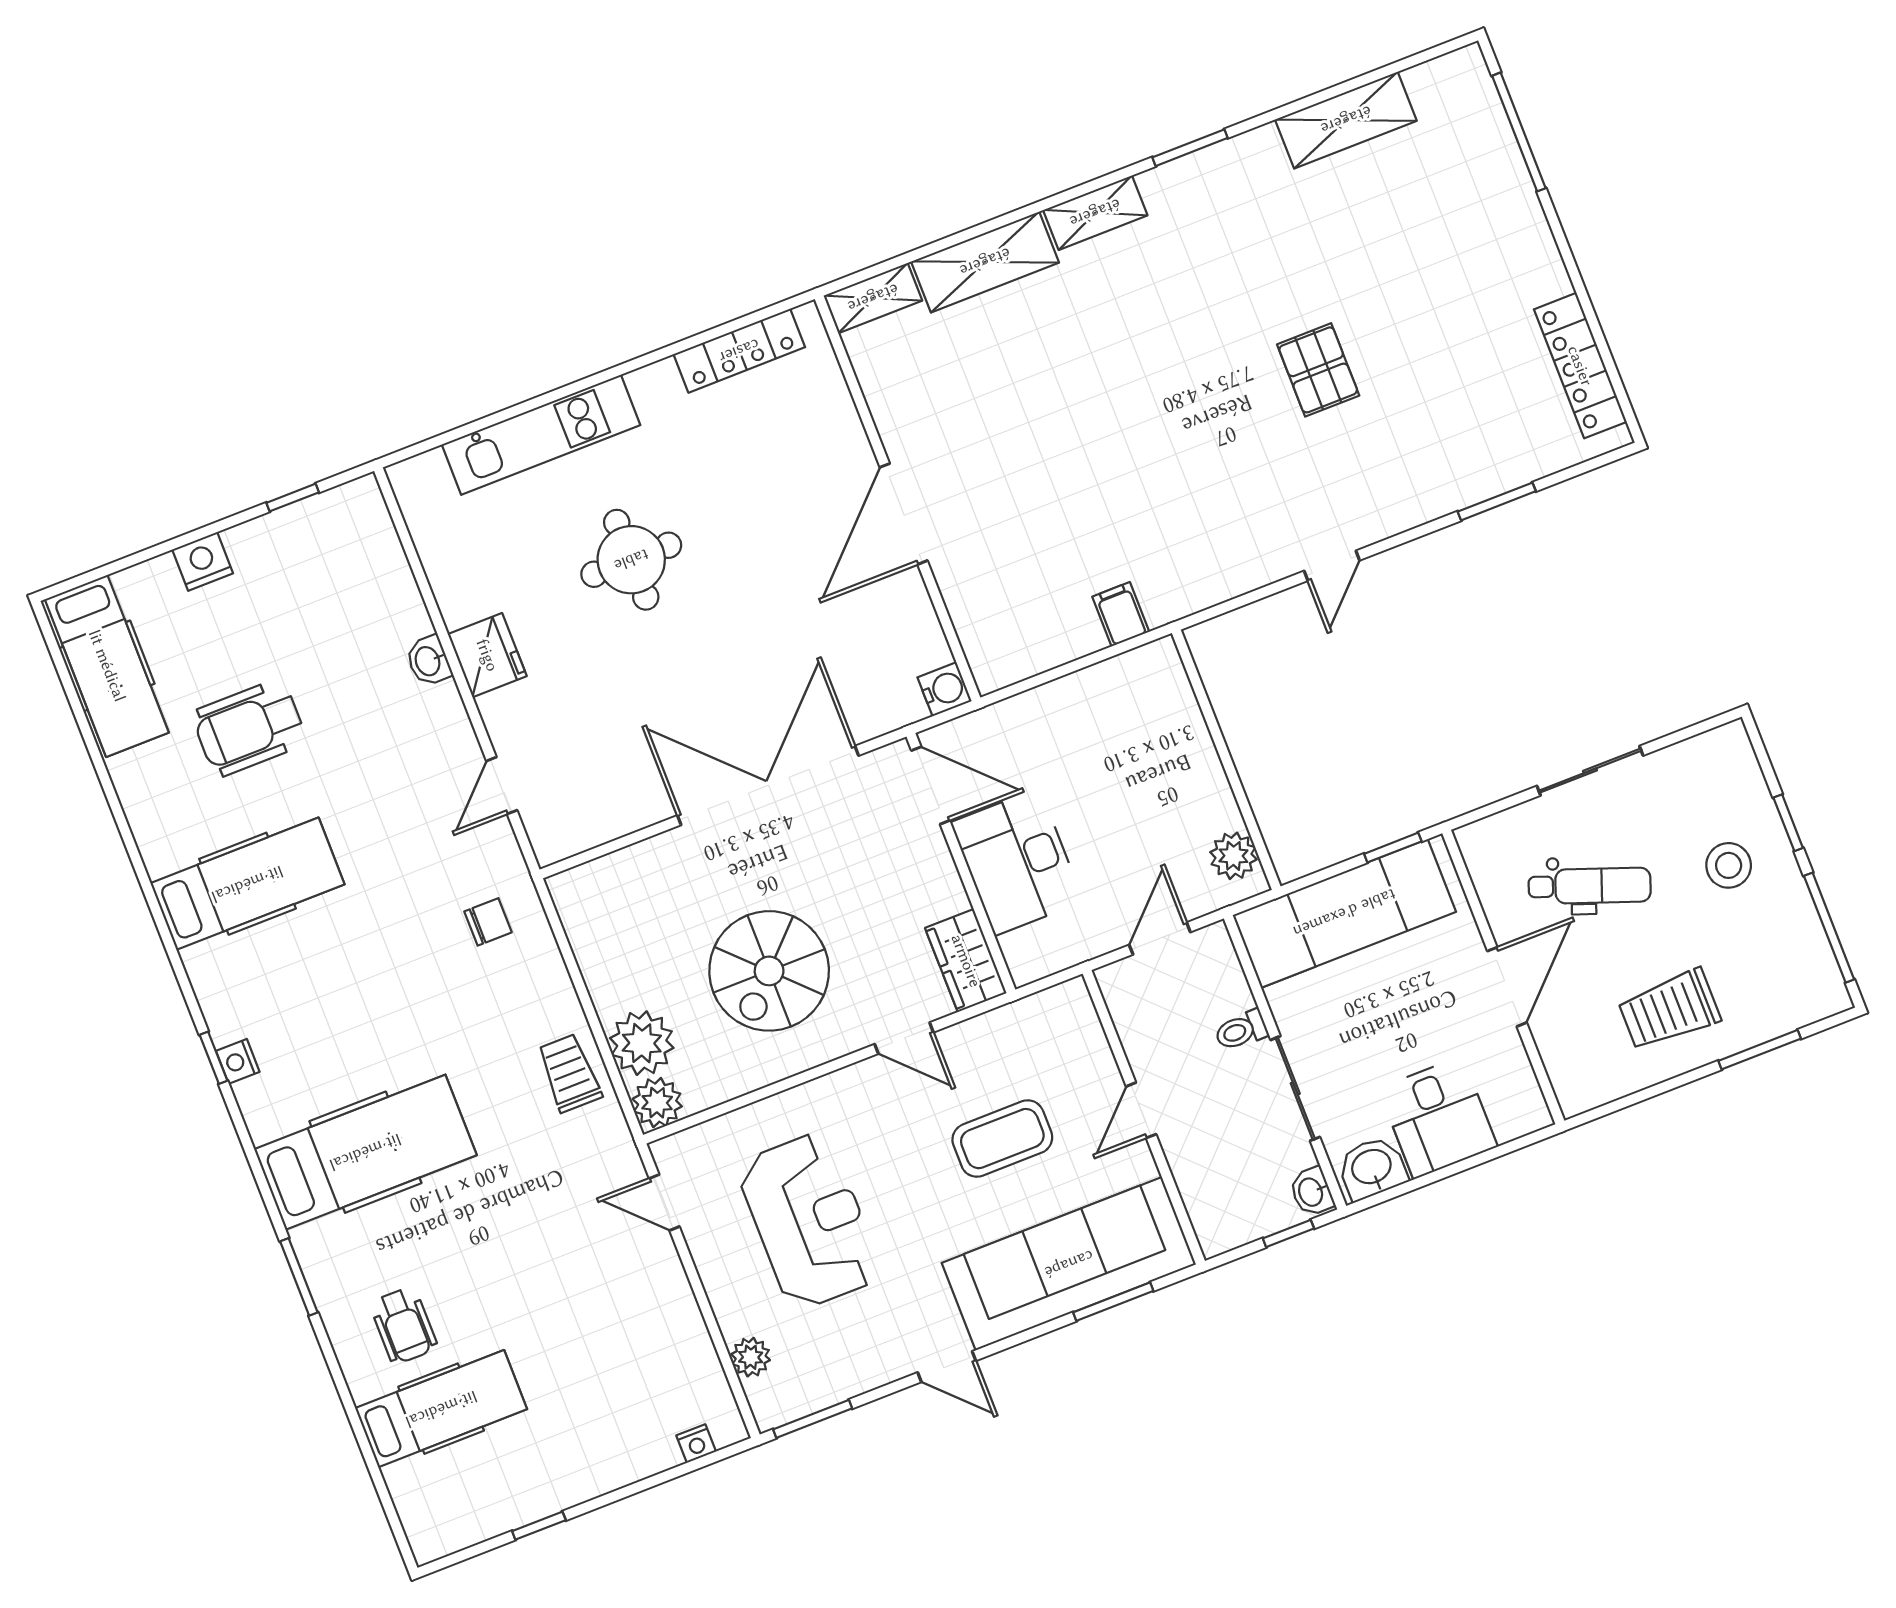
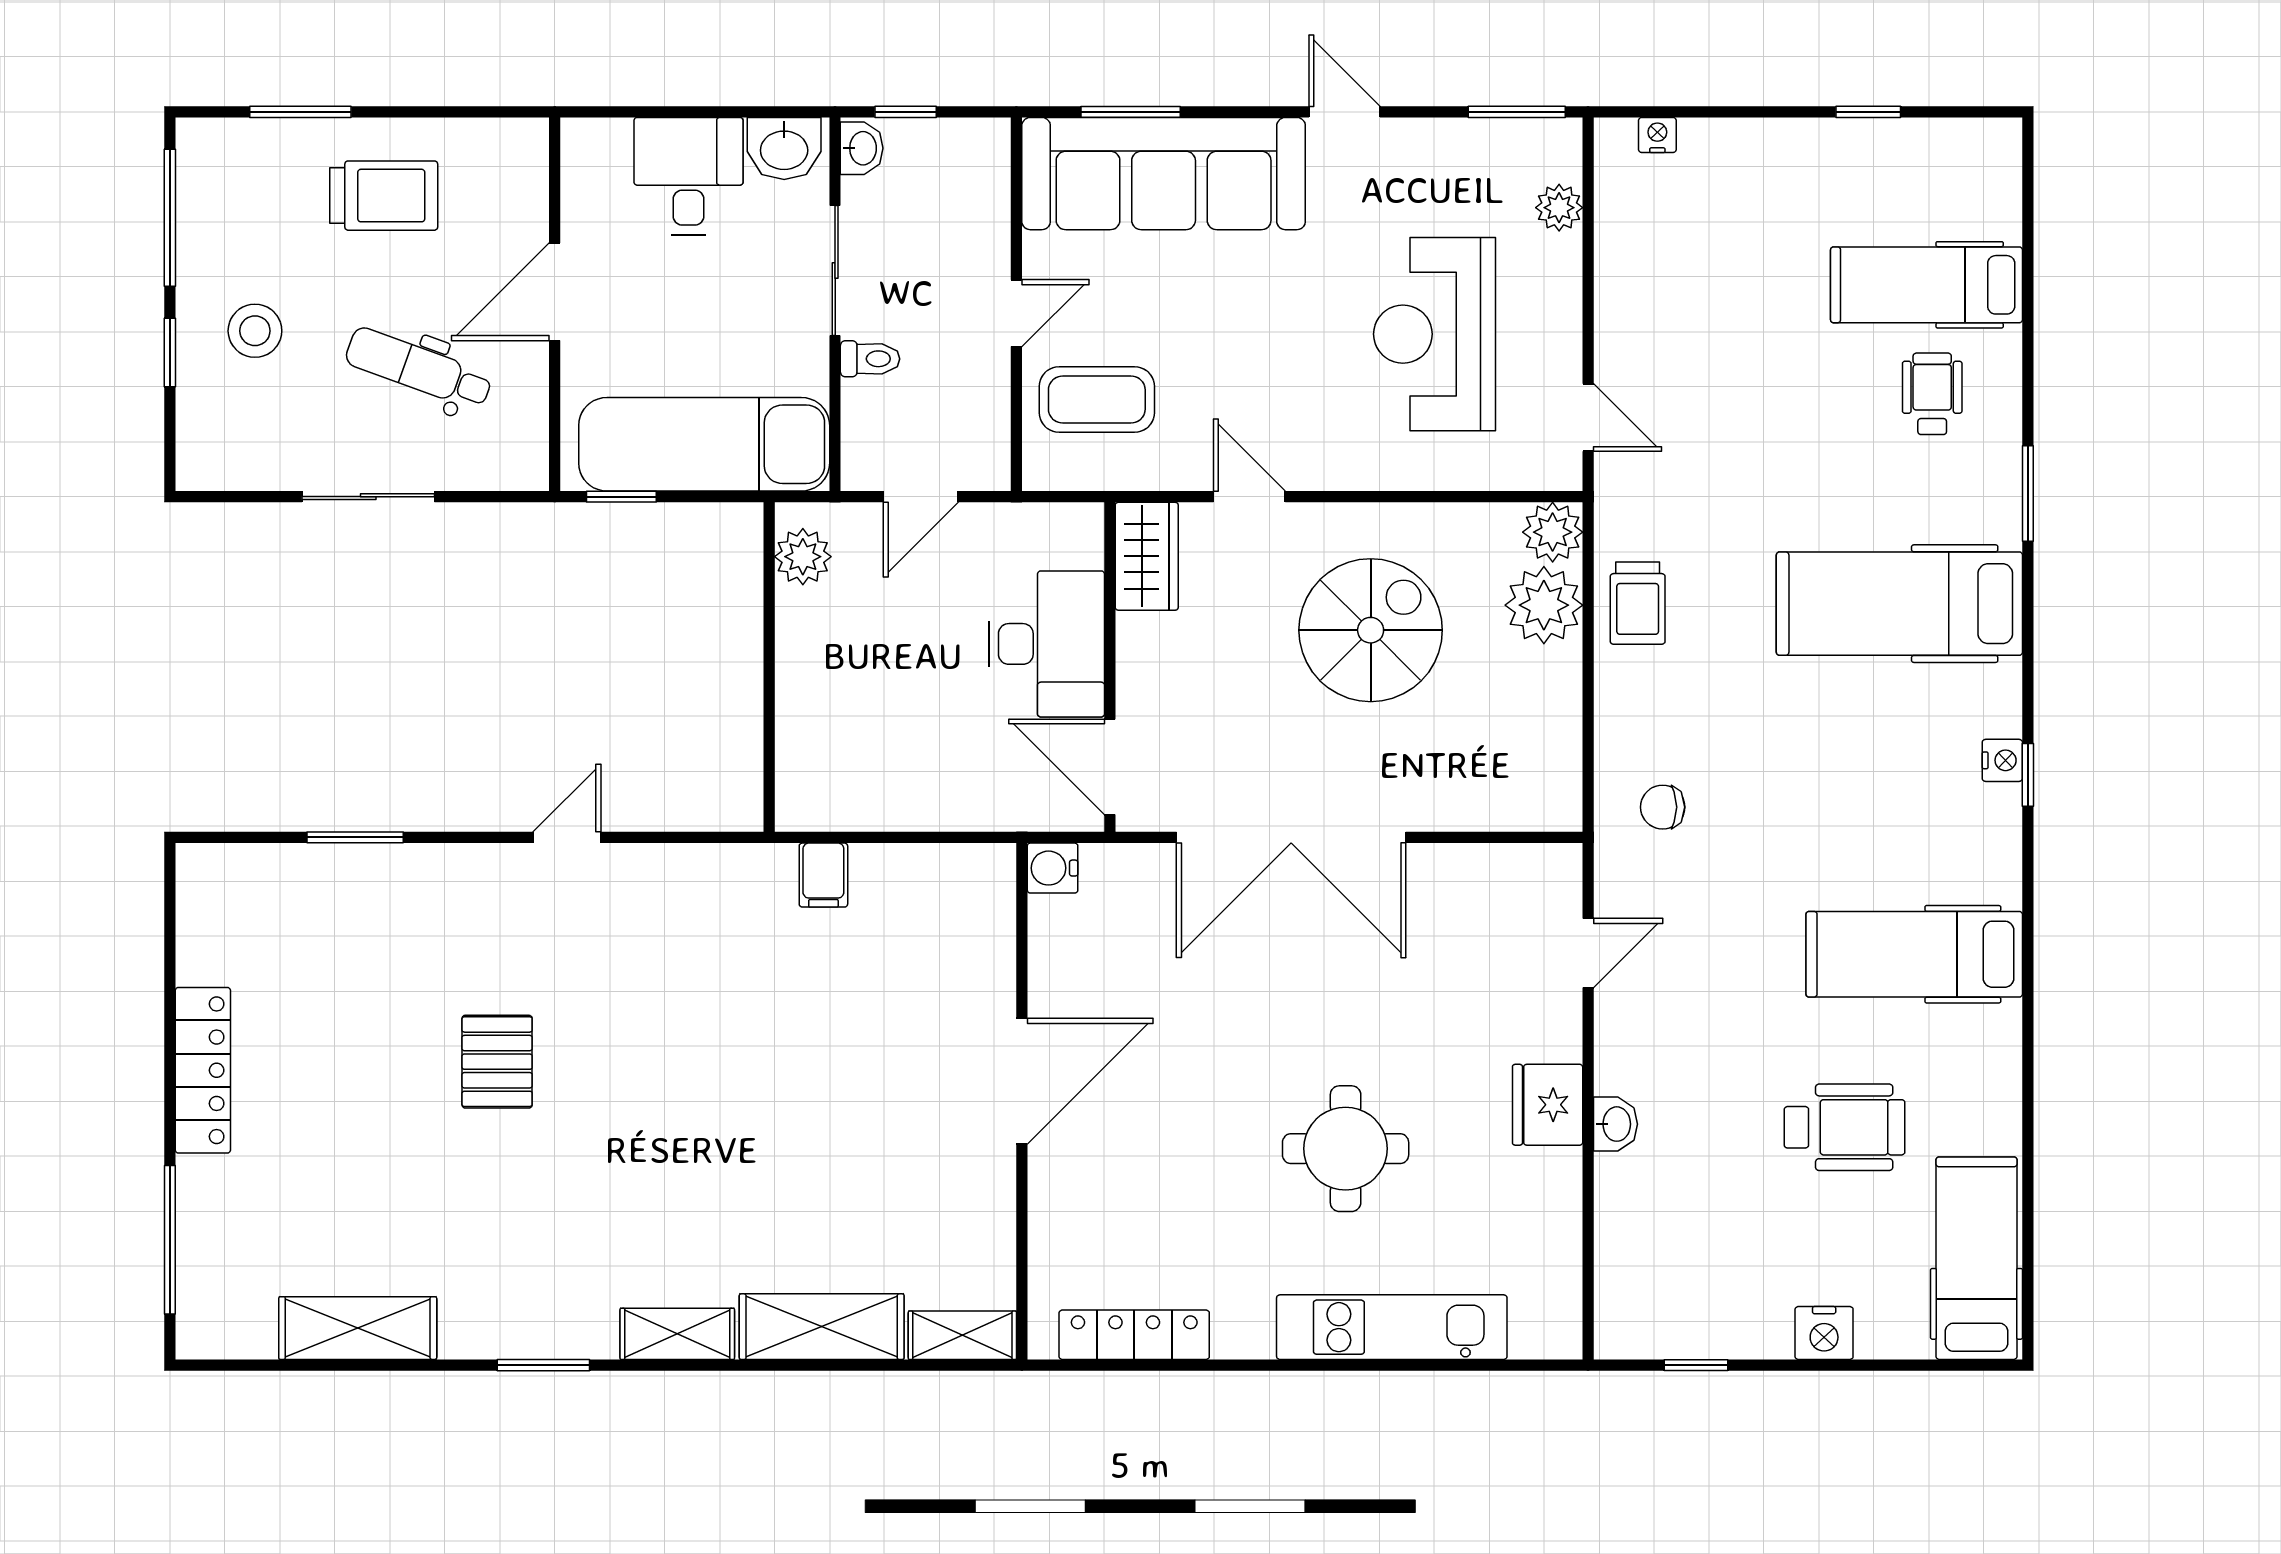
locker: (1580, 366) -> (203, 1070), moved
coffee table: (1002, 1139) -> (1097, 400), moved

